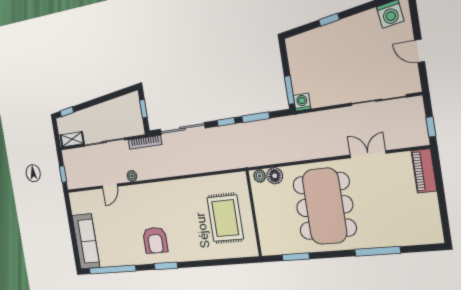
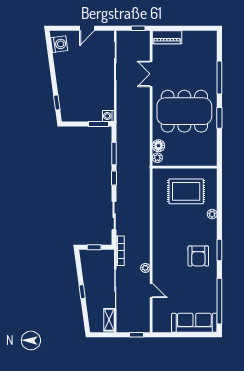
window: (329, 20) -> (57, 102), moved
window: (67, 112) -> (82, 292), moved
sliding door: (182, 129) -> (114, 216), width x0.73
armchair: (155, 240) -> (198, 256), turned 90
plant: (204, 254) -> (212, 214), added
window: (296, 257) -> (219, 118), moved

